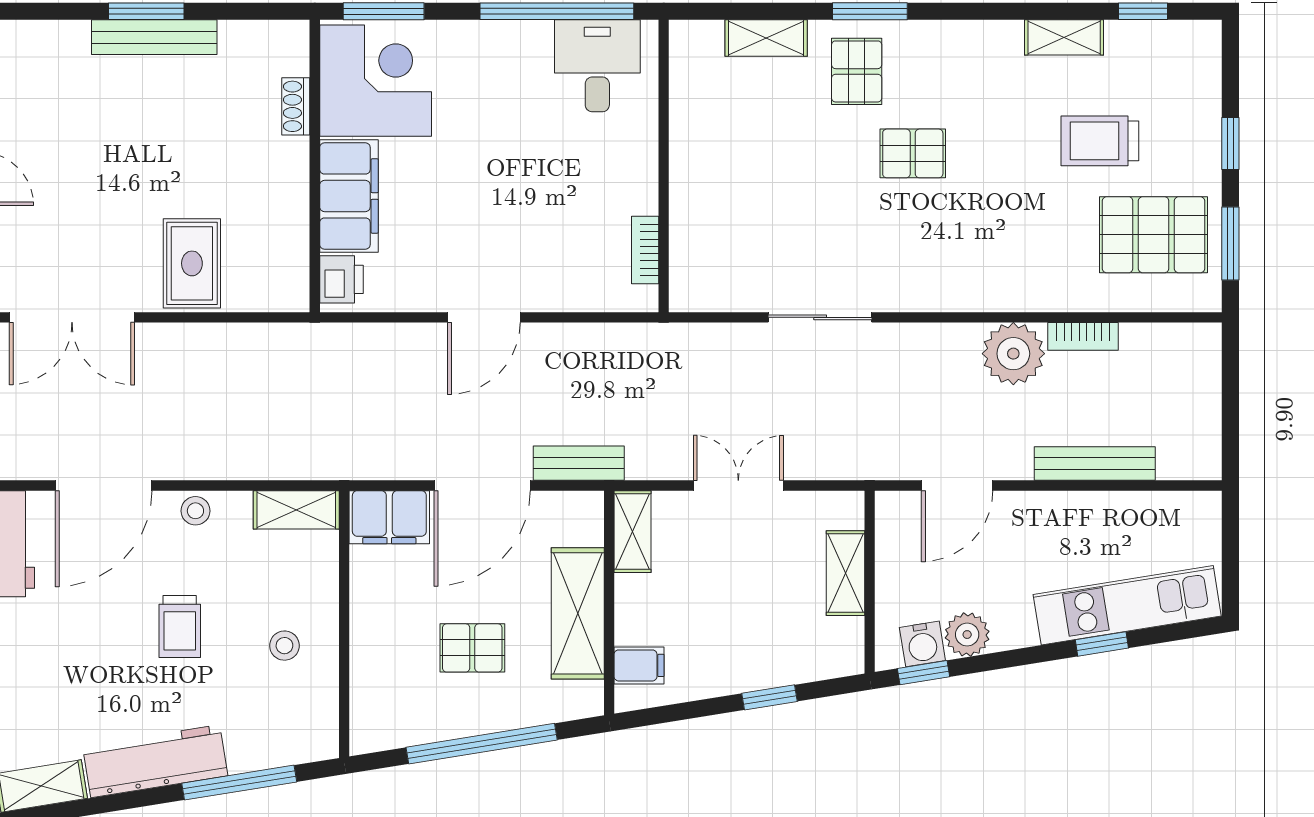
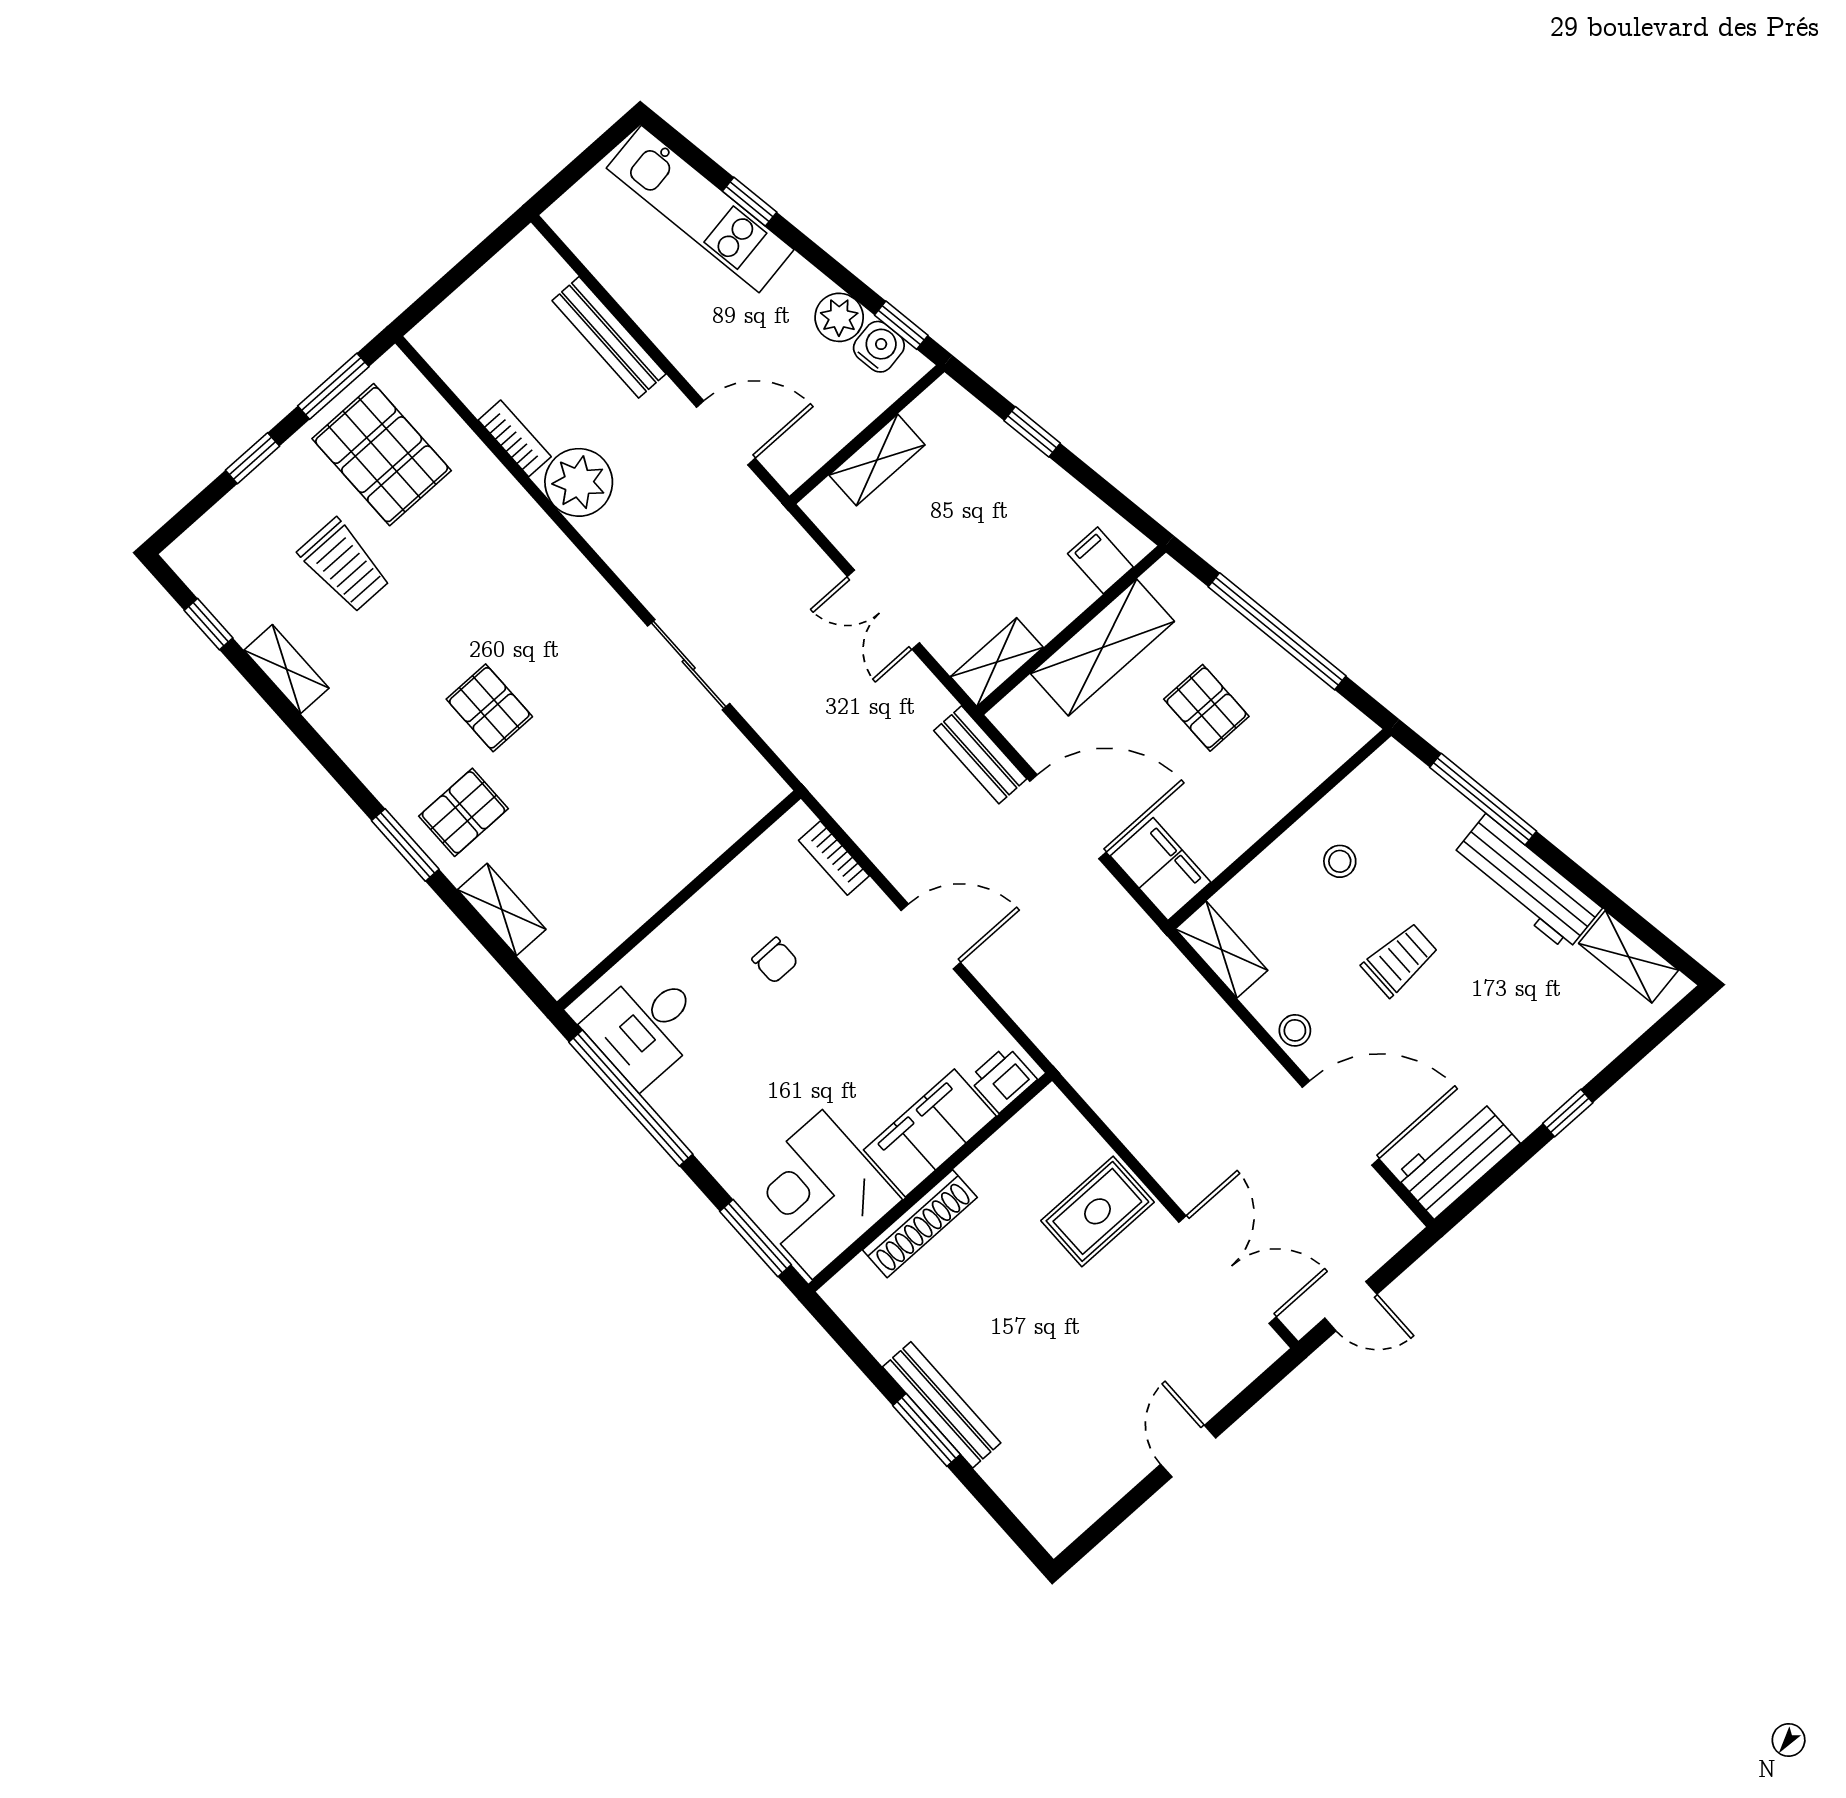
shoe rack: (296, 106) -> (920, 1224), width x1.94, depth x1.24
chair: (563, 195) -> (775, 960), added
bookcase: (645, 250) -> (834, 858), moved, turned 90

